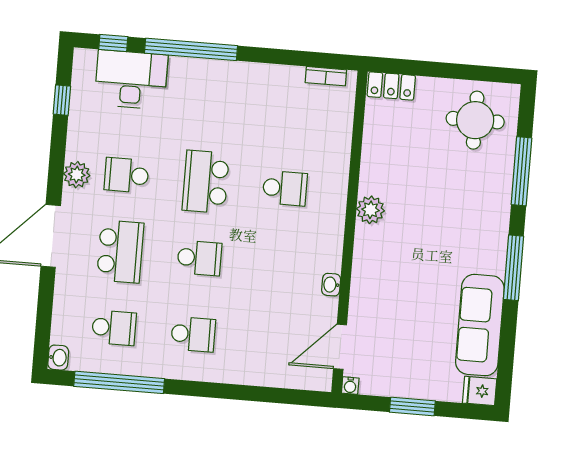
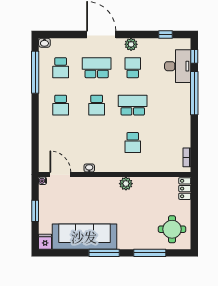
school desk: (120, 251) -> (97, 68), turned 180
sofa: (480, 325) -> (84, 237), width x1.36, depth x1.27

